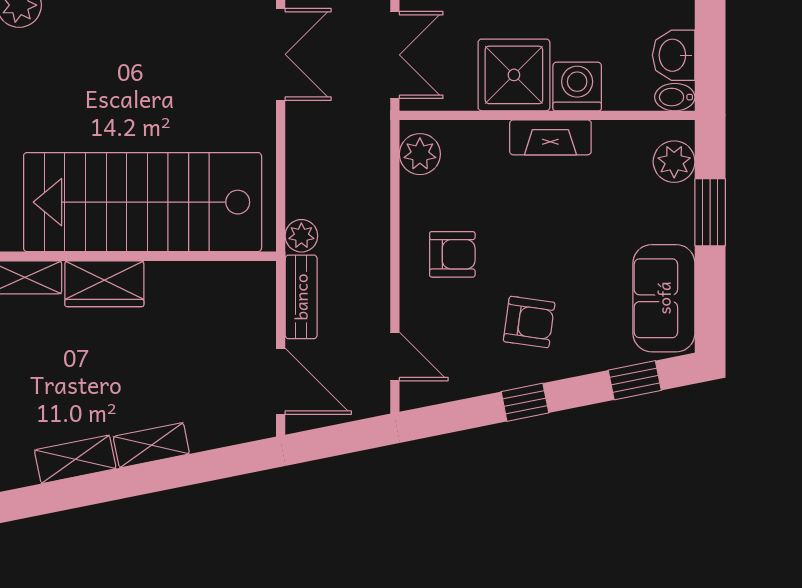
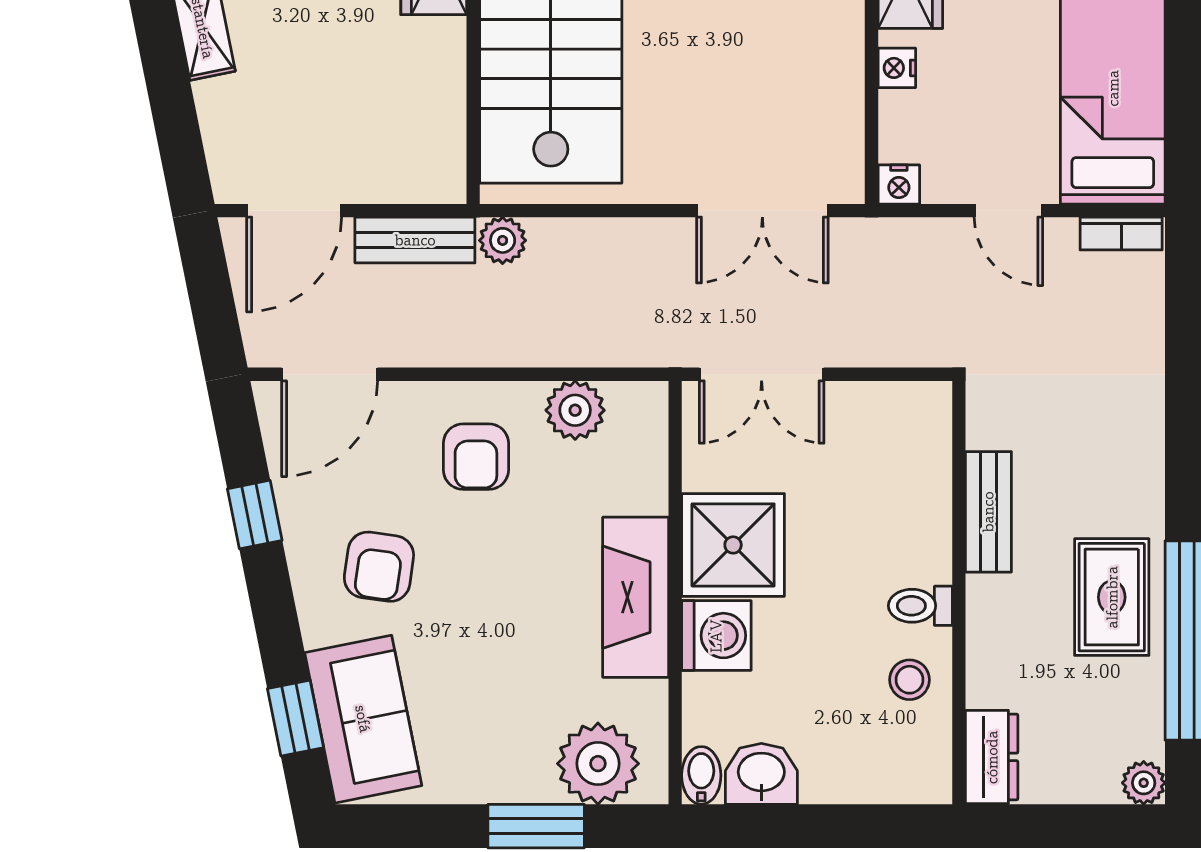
fireplace: (550, 137) -> (636, 597), width x1.37, depth x1.32
plant: (420, 154) -> (575, 410), moved
plant: (674, 162) -> (598, 764), width x1.36, depth x1.36
sofa: (664, 298) -> (363, 719), moved, turned 79
door: (395, 356) -> (330, 374), width x1.38
window: (525, 402) -> (255, 515), moved

